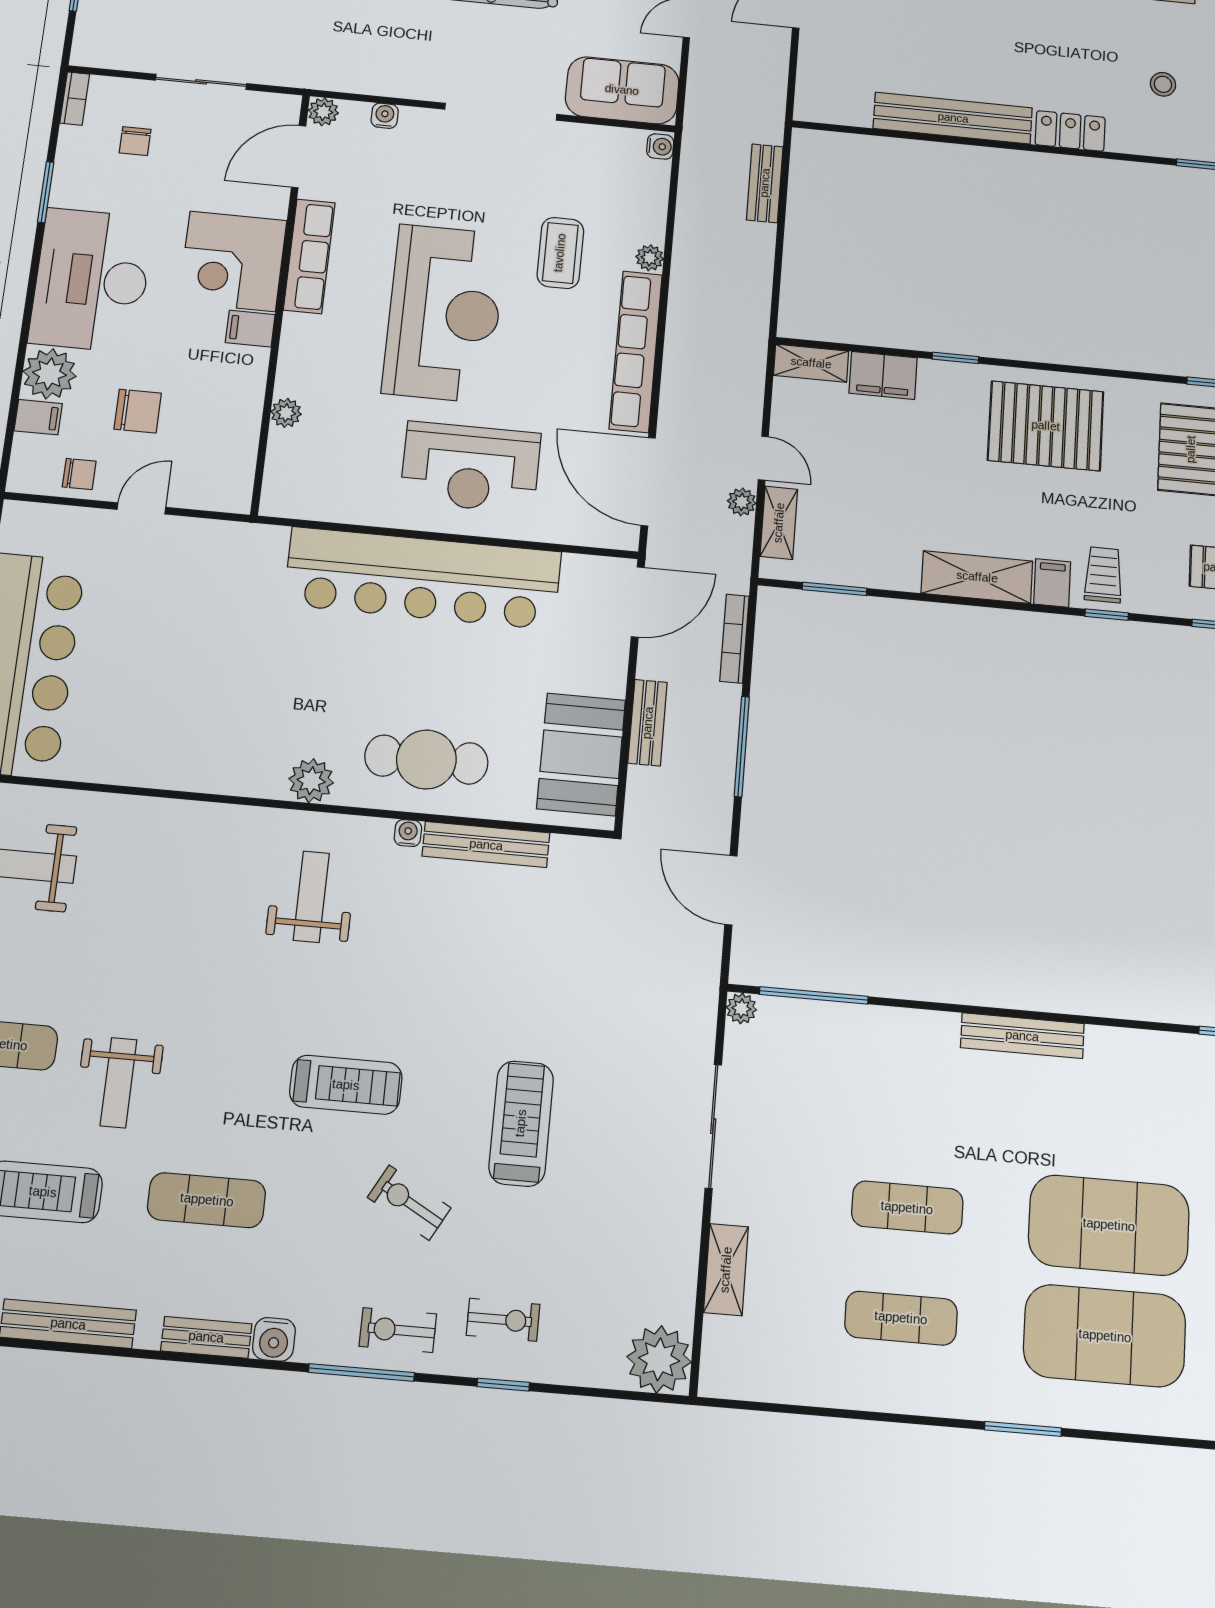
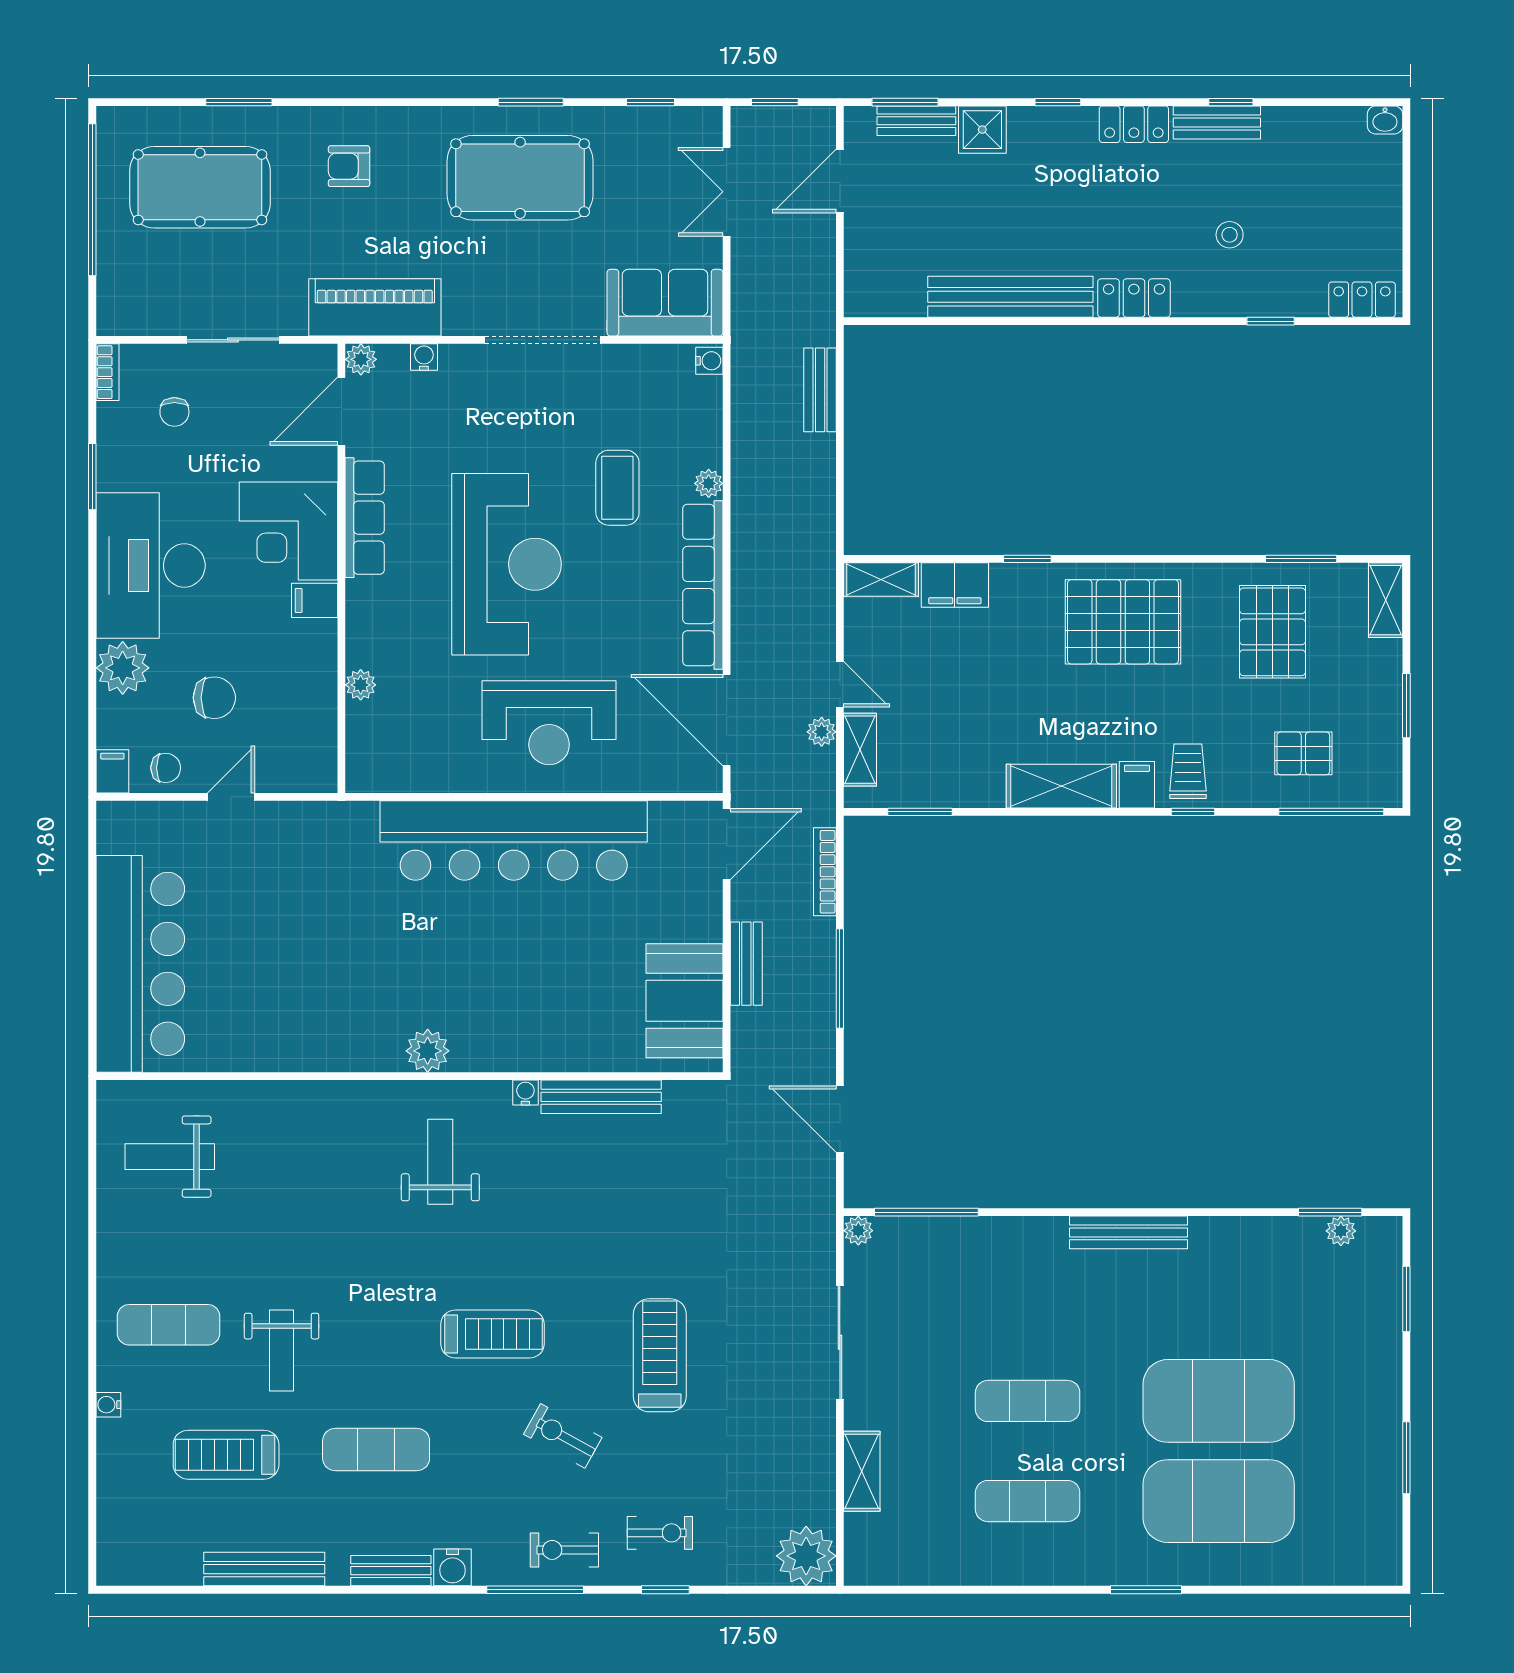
piano: (342, 67) -> (375, 307), added
filing cabinet: (38, 417) -> (112, 771), moved, turned -90
cafe table: (426, 759) -> (536, 1020), removed

